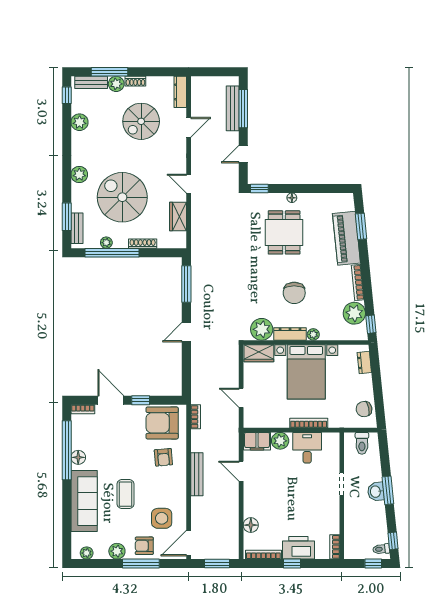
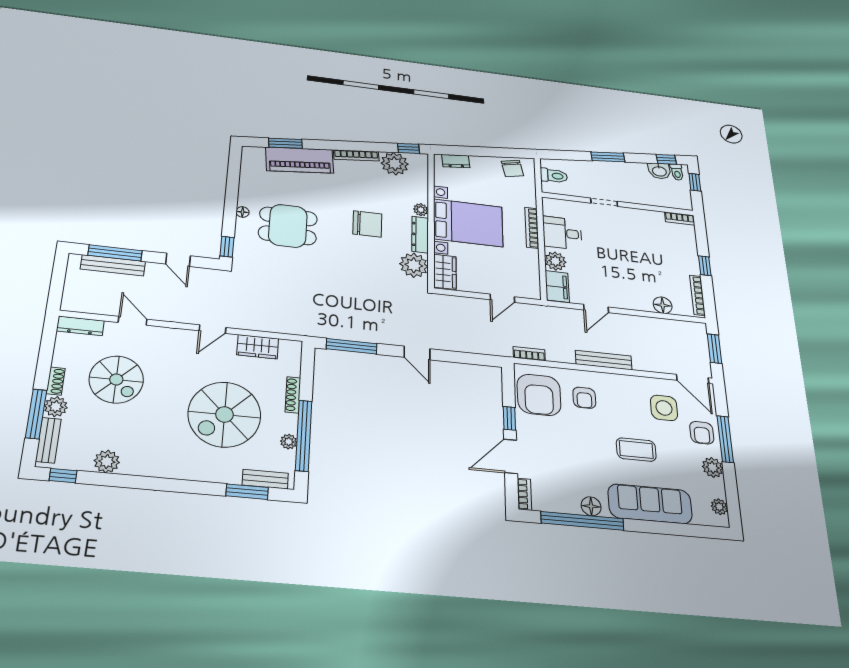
plant: (79, 175) -> (186, 469), removed
armchair: (163, 457) -> (584, 398), turned 95
washbasin: (376, 492) -> (659, 171), moved
printer: (298, 548) -> (685, 257), removed

